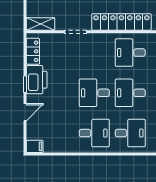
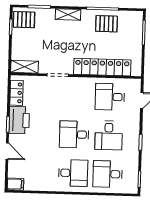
desk: (130, 93) -> (109, 135), turned -90
door: (25, 112) -> (7, 151), hinge flipped
desk: (130, 133) -> (108, 174), turned 180

